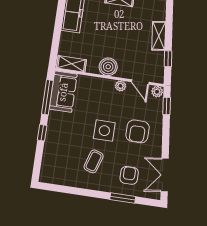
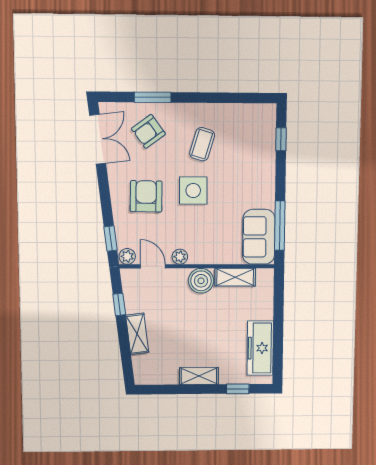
shelving: (71, 64) -> (235, 277), moved
window: (42, 133) -> (281, 139), moved
armchair: (129, 175) -> (148, 131), turned 54

